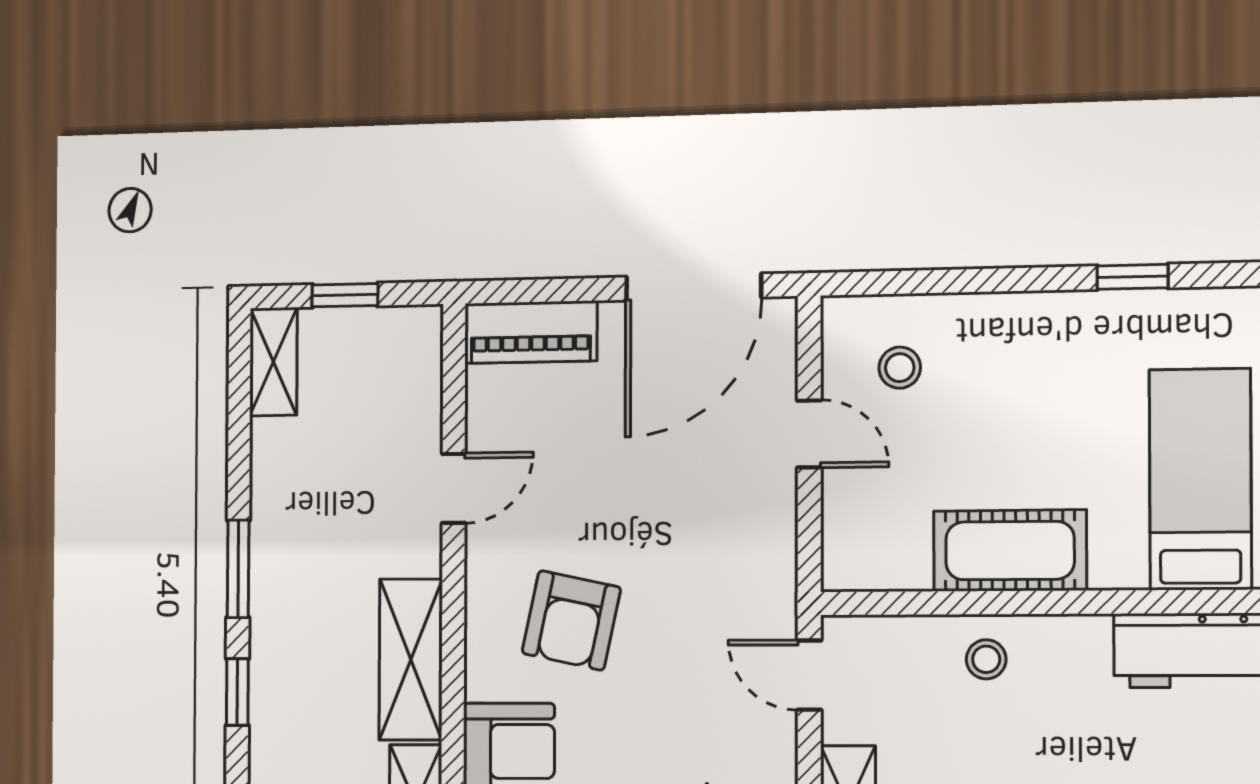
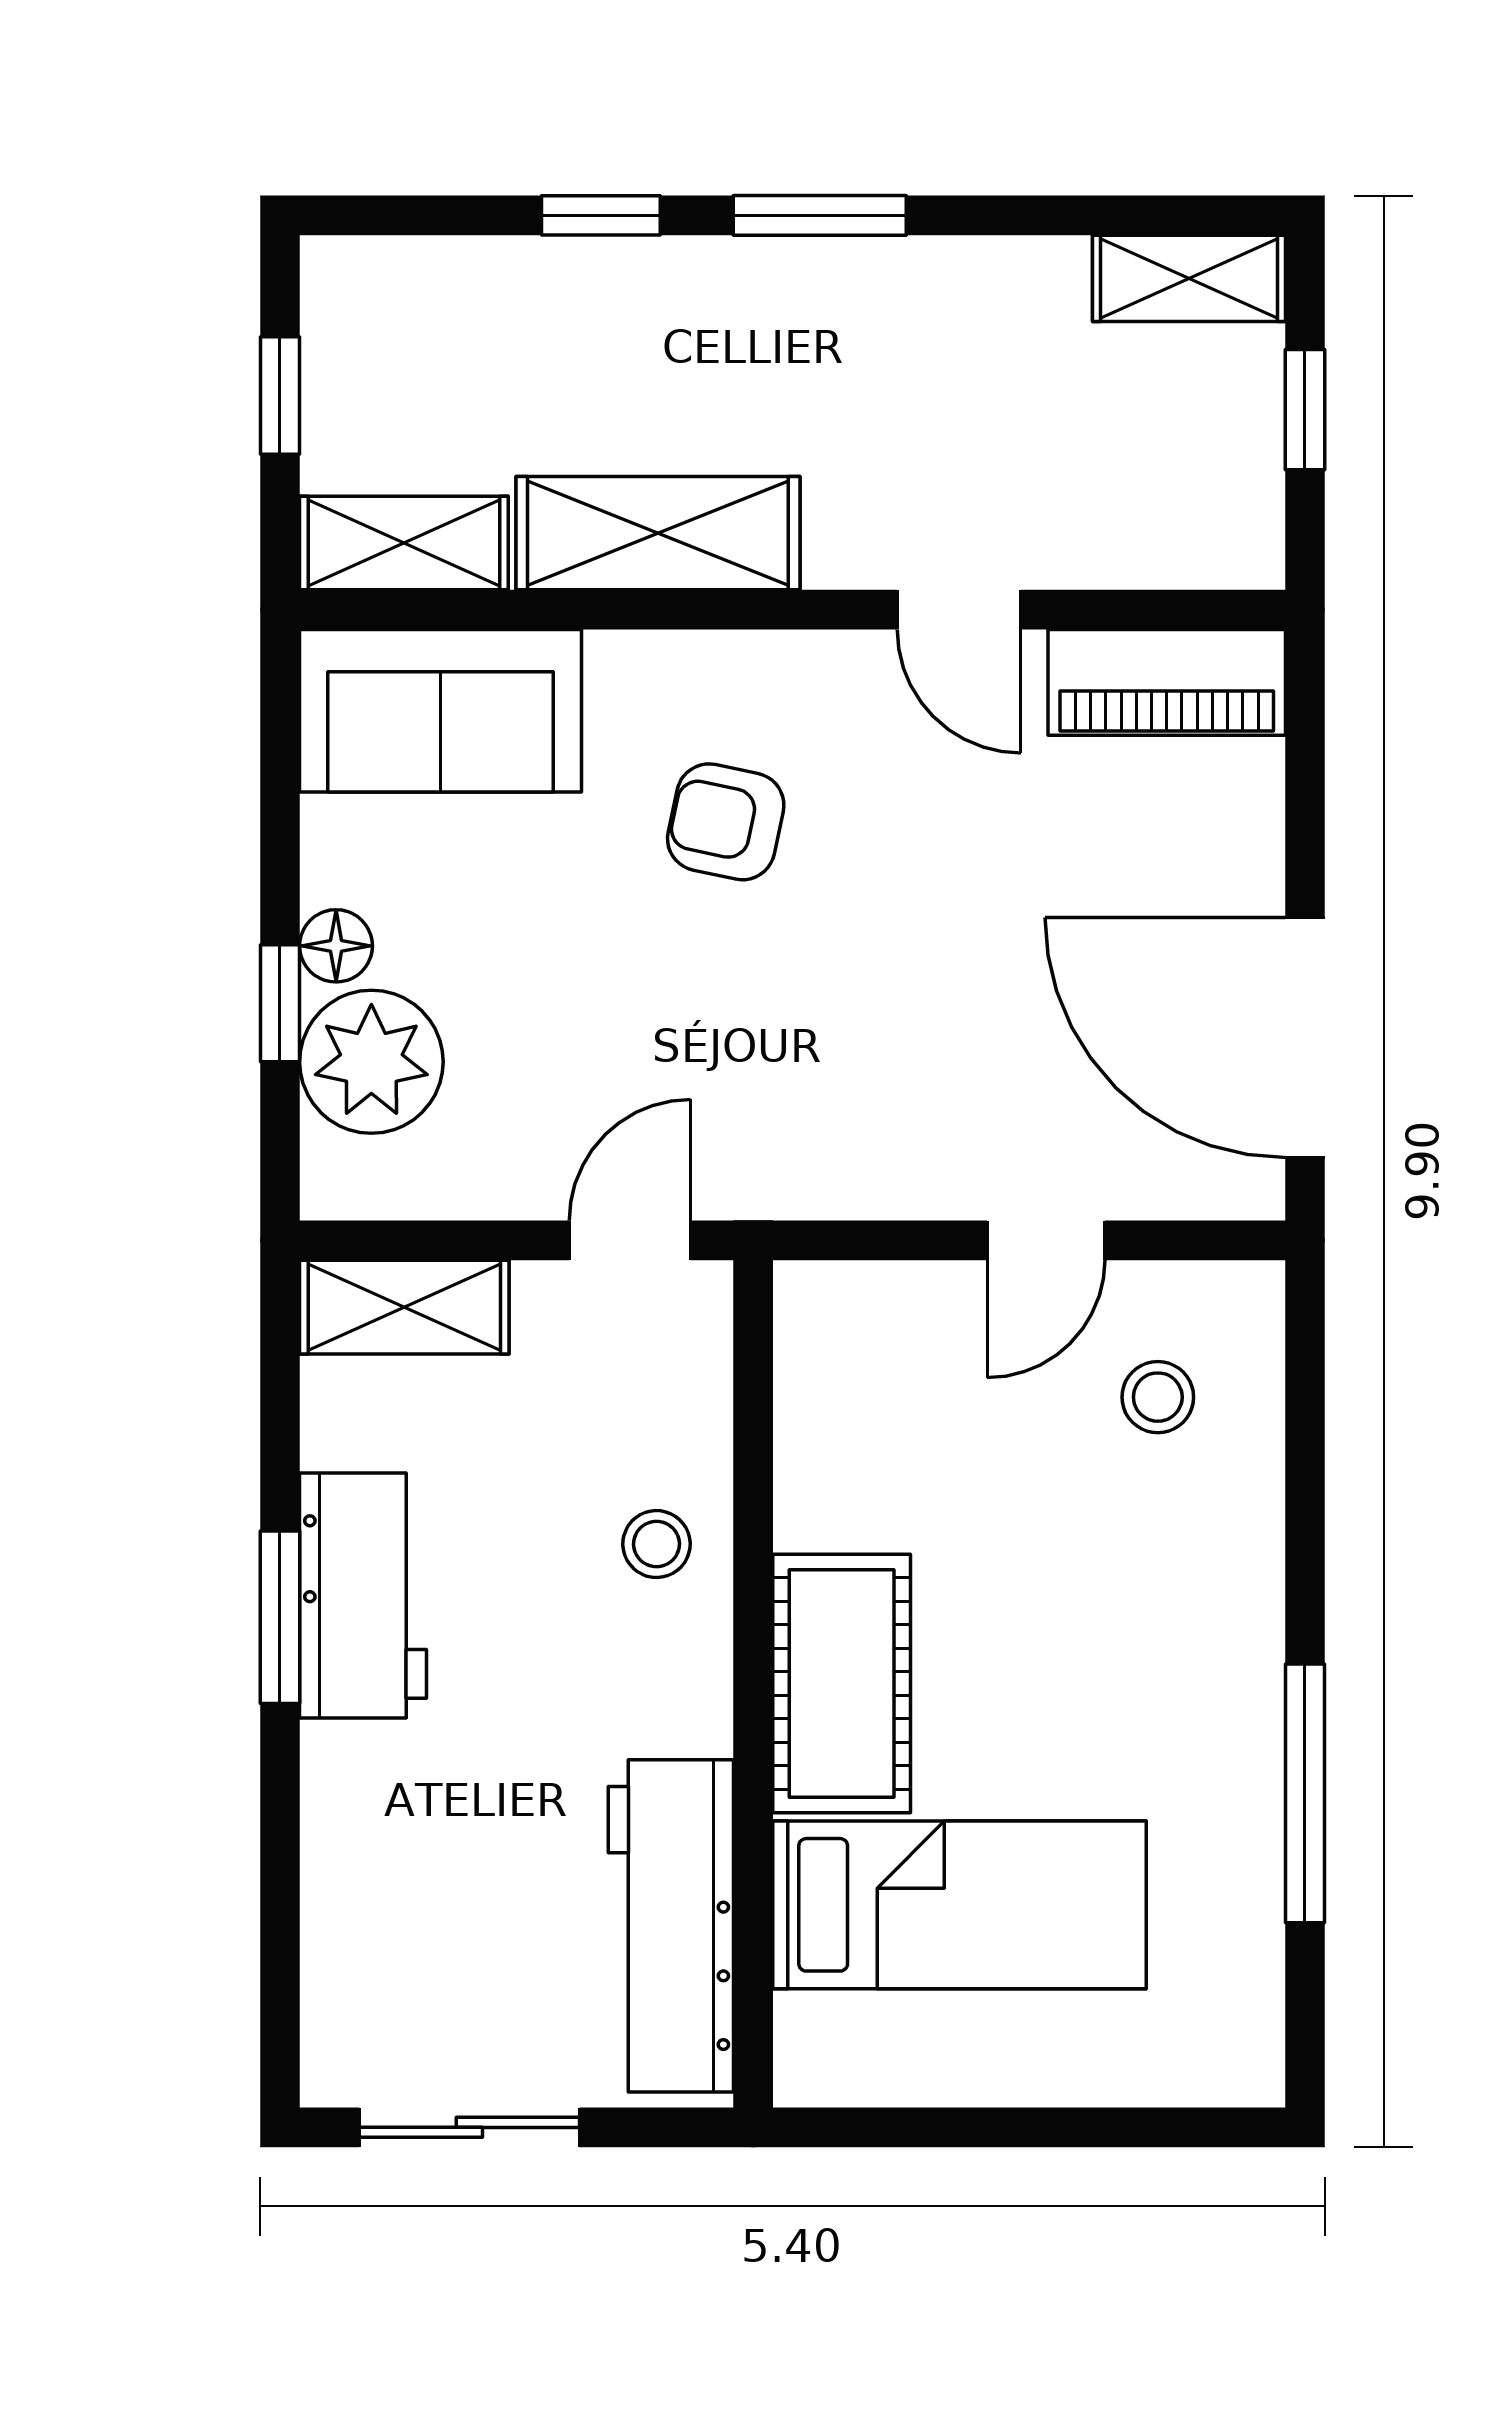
window: (1133, 277) -> (1305, 1793), width x2.17
piano: (531, 332) -> (1167, 682), moved, turned -90
cot: (1010, 551) -> (842, 1684), moved
armchair: (571, 620) -> (726, 822), width x0.72, depth x0.72

